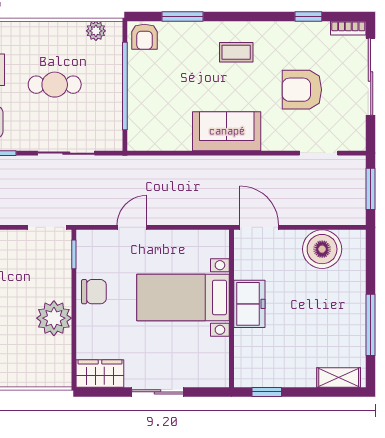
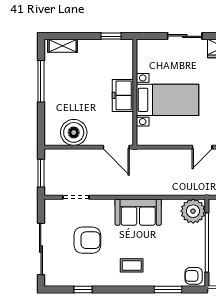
bookcase: (348, 28) -> (56, 282), removed
armchair: (144, 37) -> (194, 276), turned -90
plant: (145, 133) -> (193, 211), added

